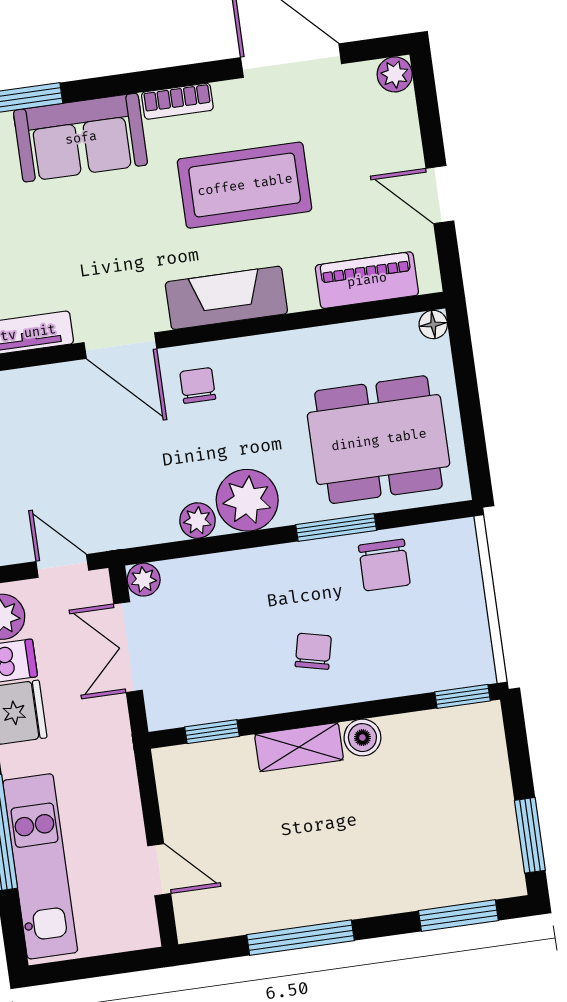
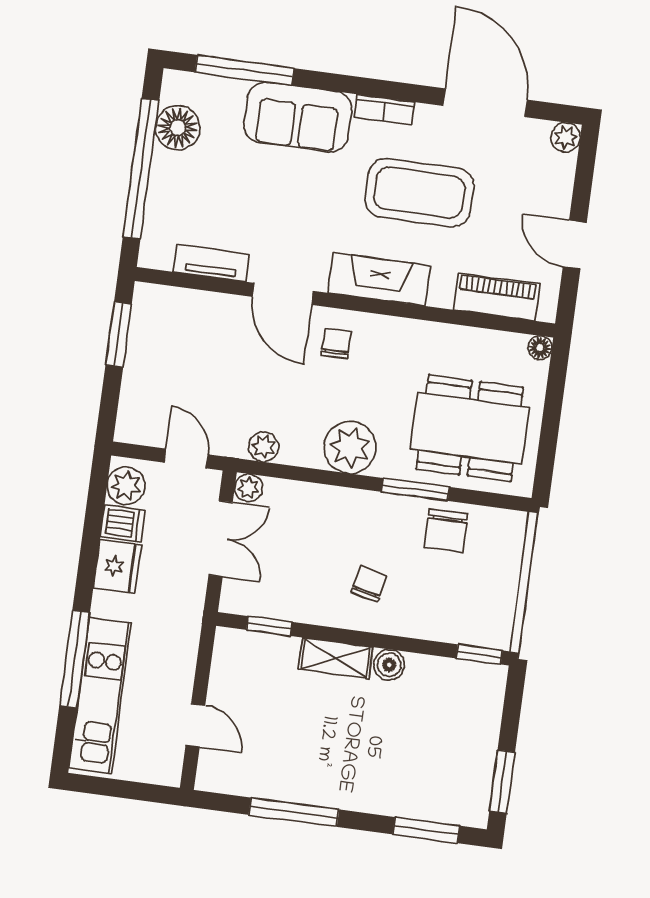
plant: (197, 521) -> (264, 447), moved
double door: (128, 647) -> (221, 539), swing flipped

